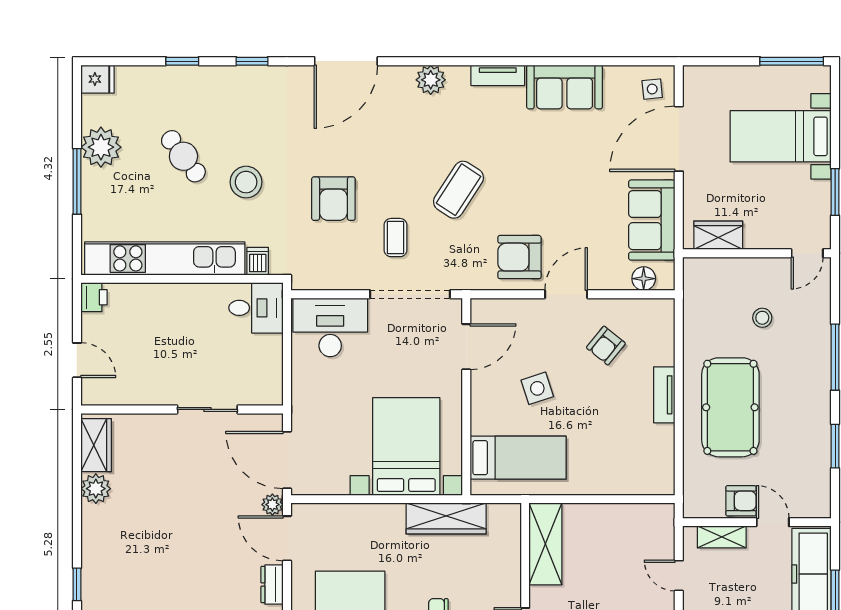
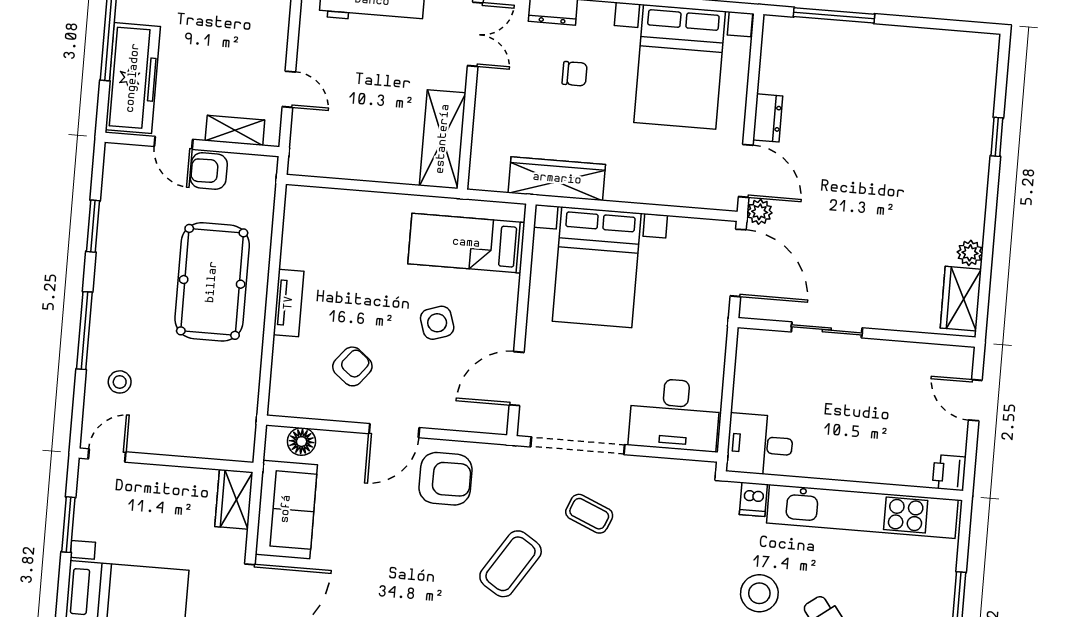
armchair: (333, 199) -> (658, 565), removed
wardrobe: (718, 235) -> (234, 499), moved, turned 90
coffee table: (395, 238) -> (589, 514), turned -67
stool: (762, 318) -> (120, 382), moved
plant: (96, 489) -> (970, 253), width x0.73, depth x0.73

